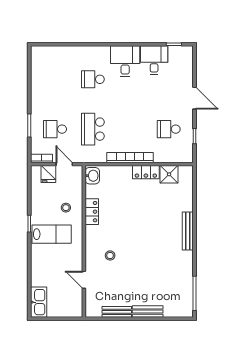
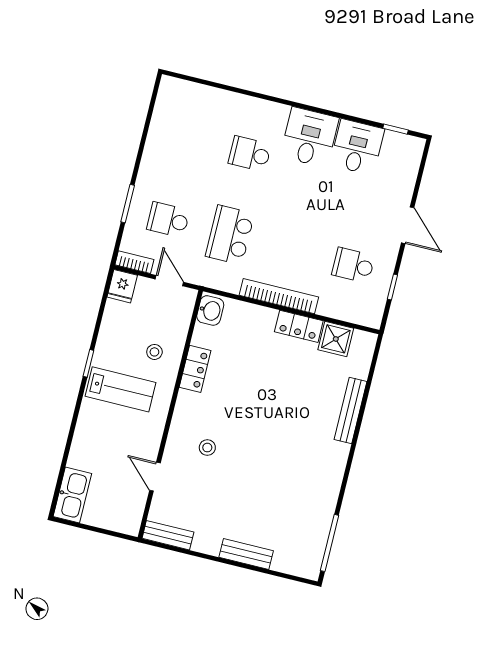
fridge: (48, 174) -> (122, 286), moved
bench: (188, 231) -> (351, 410), moved
bench: (117, 312) -> (168, 535), moved

